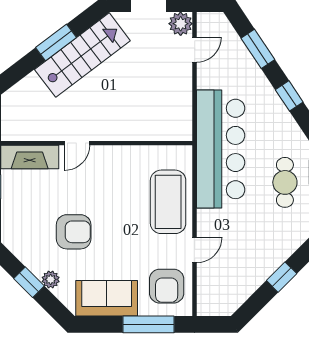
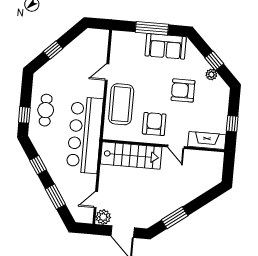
window: (56, 42) -> (175, 218), moved
stairs: (82, 55) -> (131, 155), moved, turned -143
door: (77, 143) -> (176, 147), swing flipped
plant: (51, 279) -> (211, 75), moved
armchair: (167, 286) -> (154, 124), moved
window: (149, 324) -> (152, 28), moved

